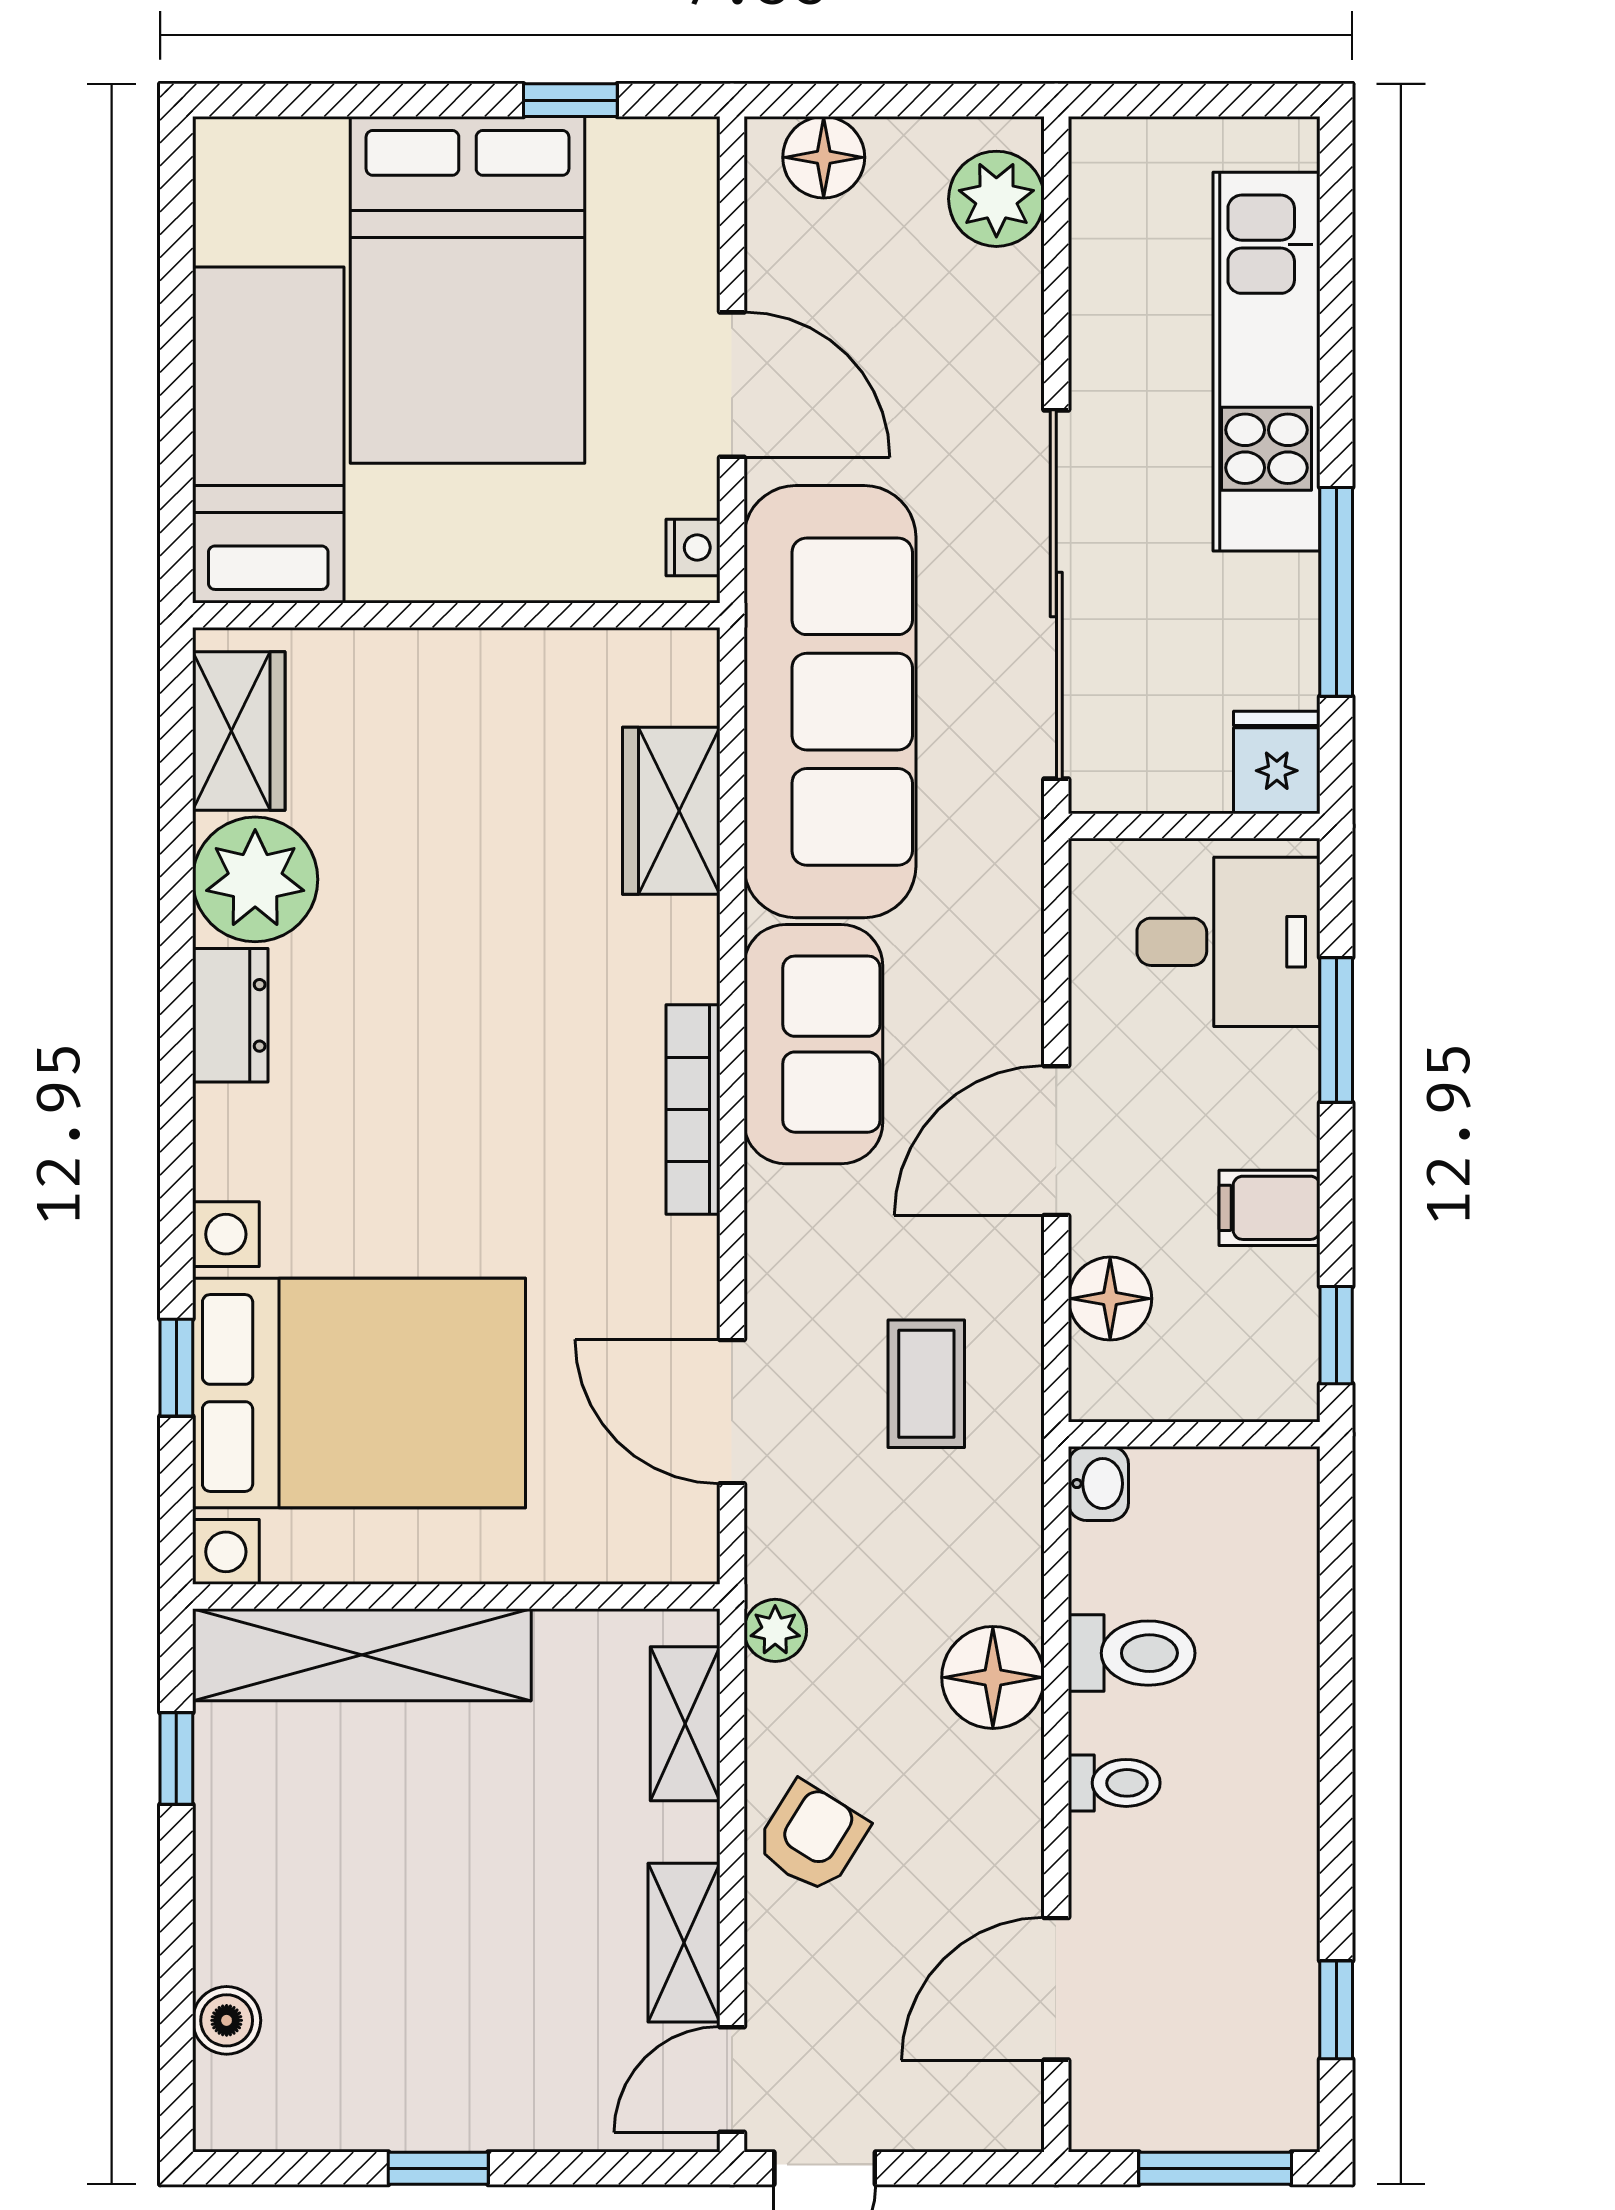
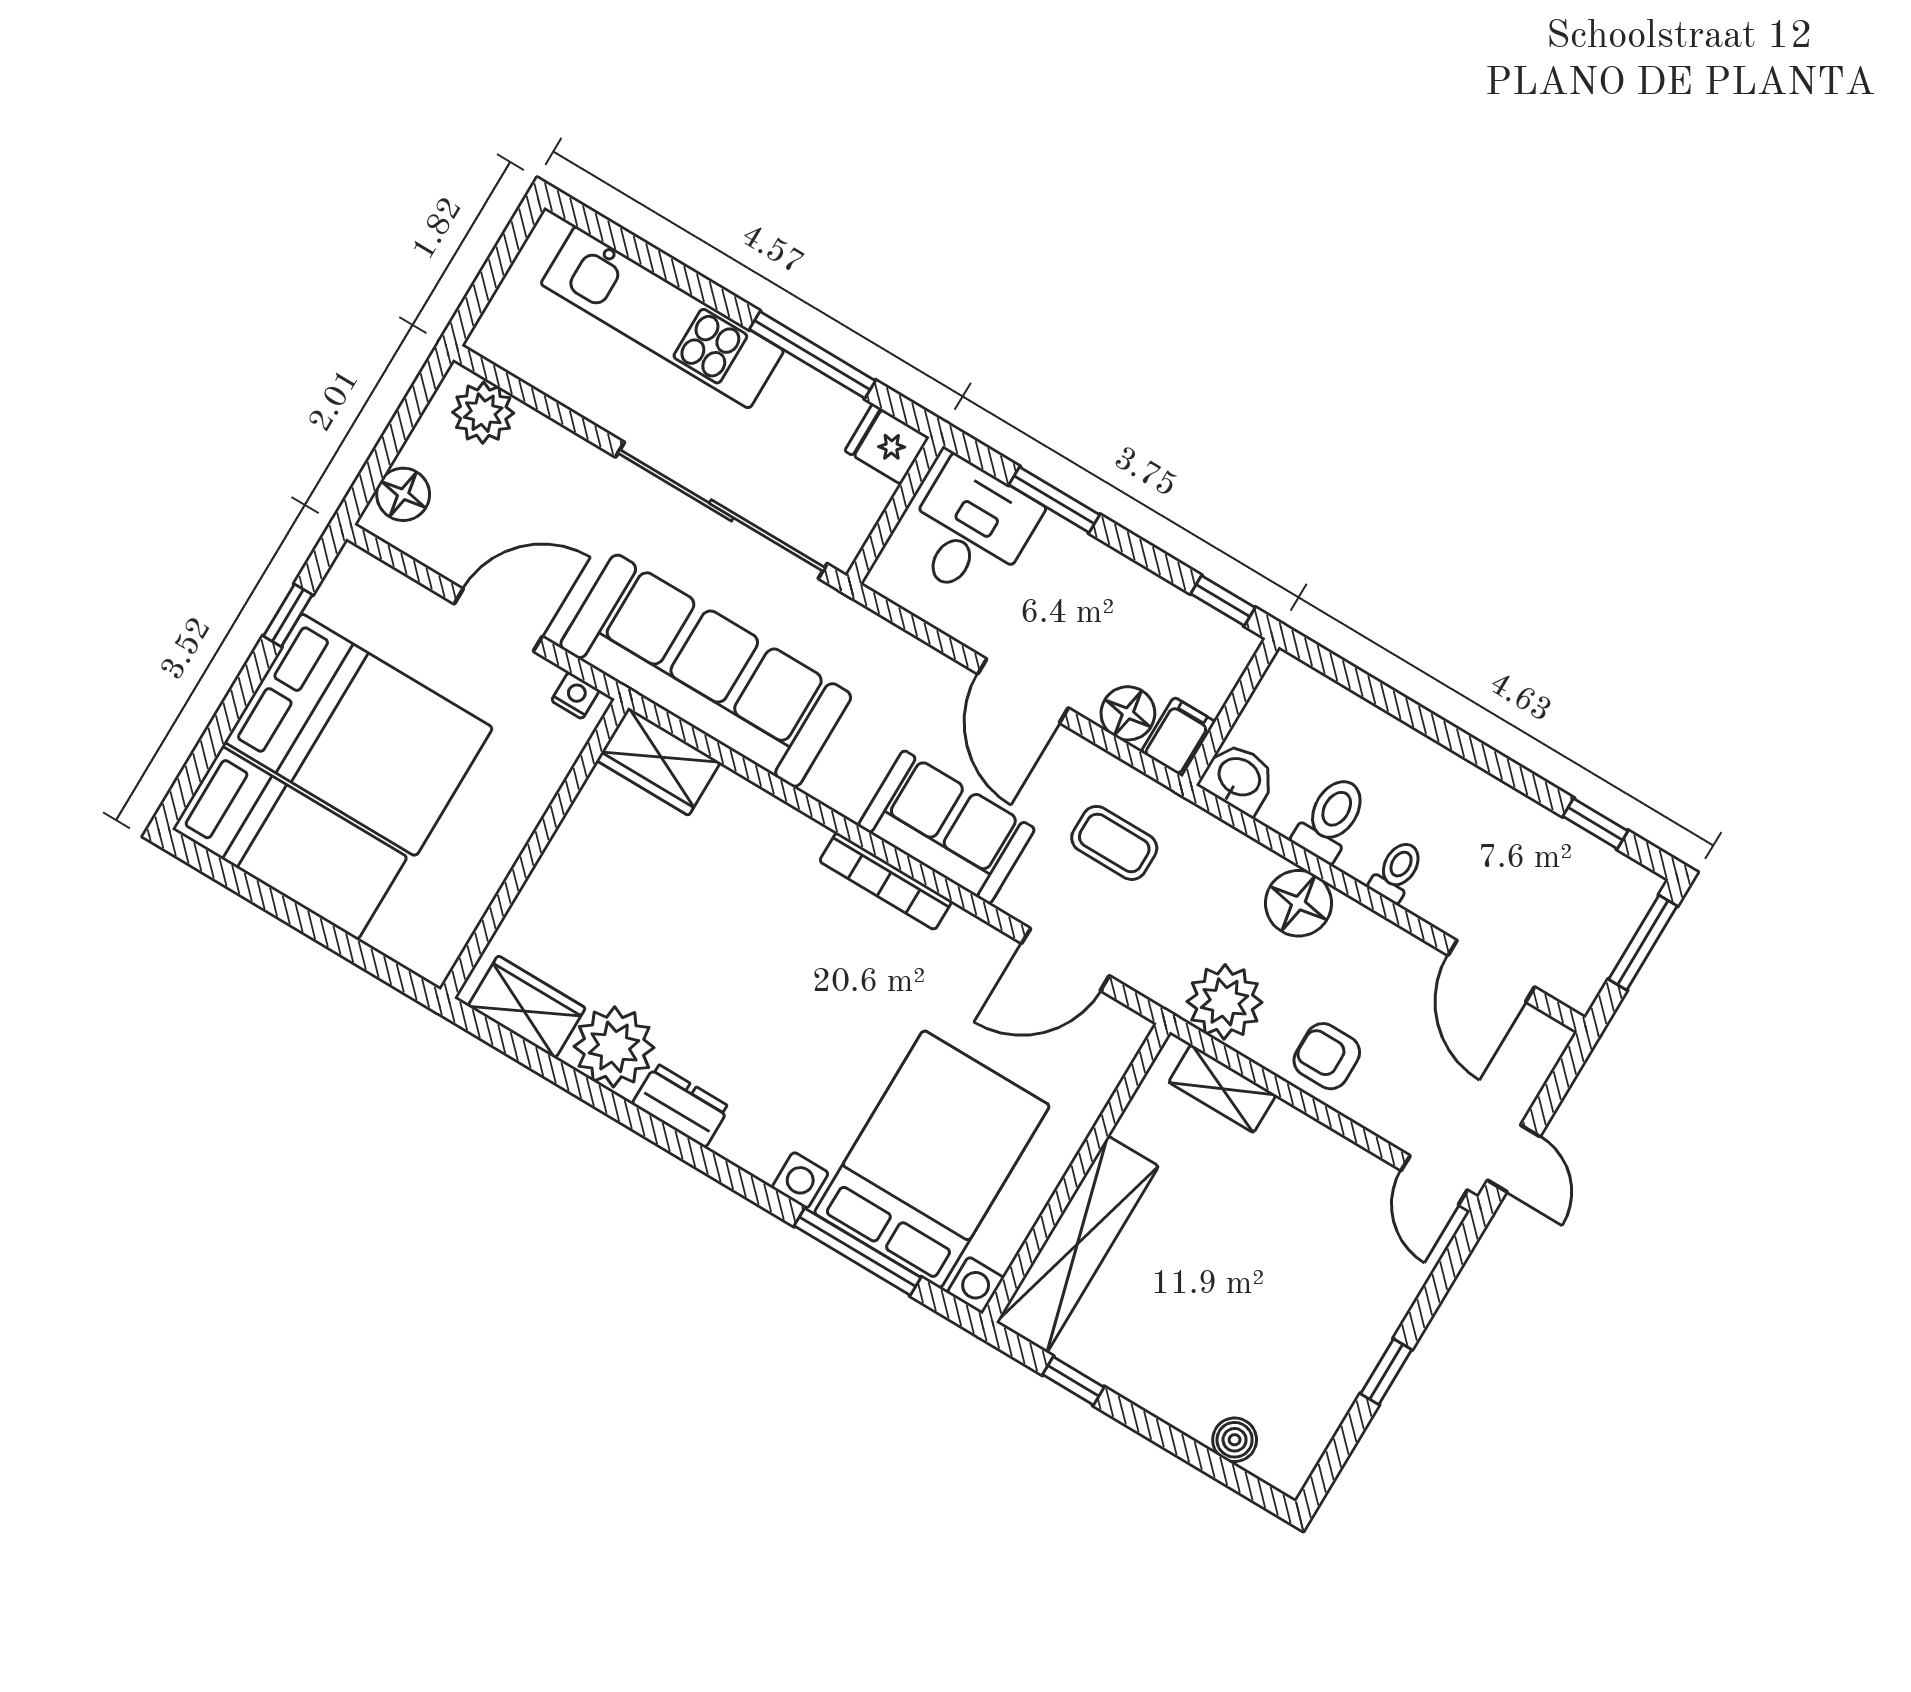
bed: (268, 435) -> (290, 843), moved, turned 180
wardrobe: (671, 811) -> (658, 761), moved
sofa: (813, 1044) -> (946, 827), moved
filing cabinet: (1270, 1208) -> (1178, 737), moved, turned 180
window: (176, 1368) -> (857, 1252), width x2.17
washbasin: (1098, 1484) -> (1239, 778), width x1.38, depth x1.45
plant: (775, 1630) -> (1225, 1002), width x1.87, depth x1.87
armchair: (812, 1837) -> (1327, 1056), turned -32
shelving: (684, 1943) -> (1343, 1161), removed

